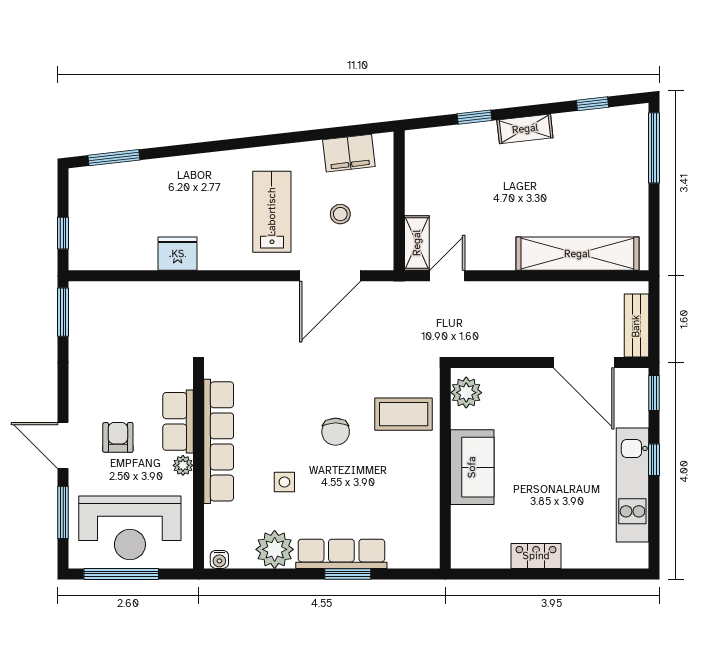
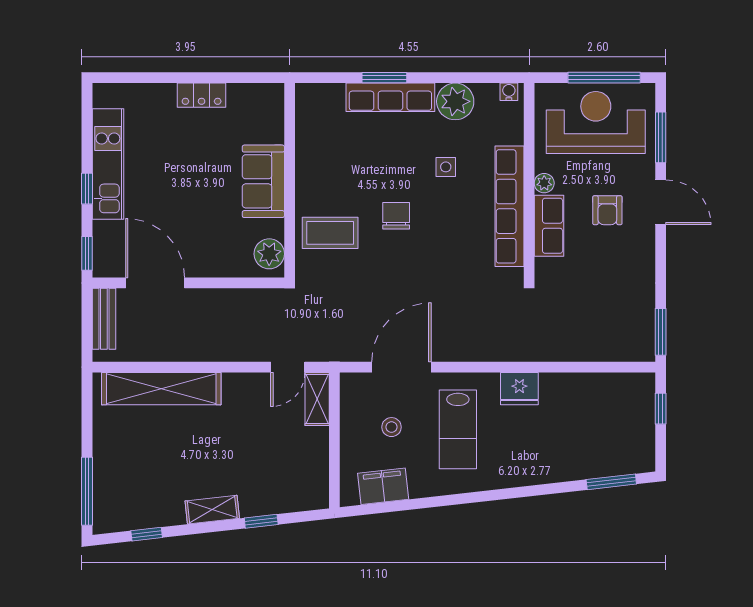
fridge: (178, 254) -> (519, 389), moved

